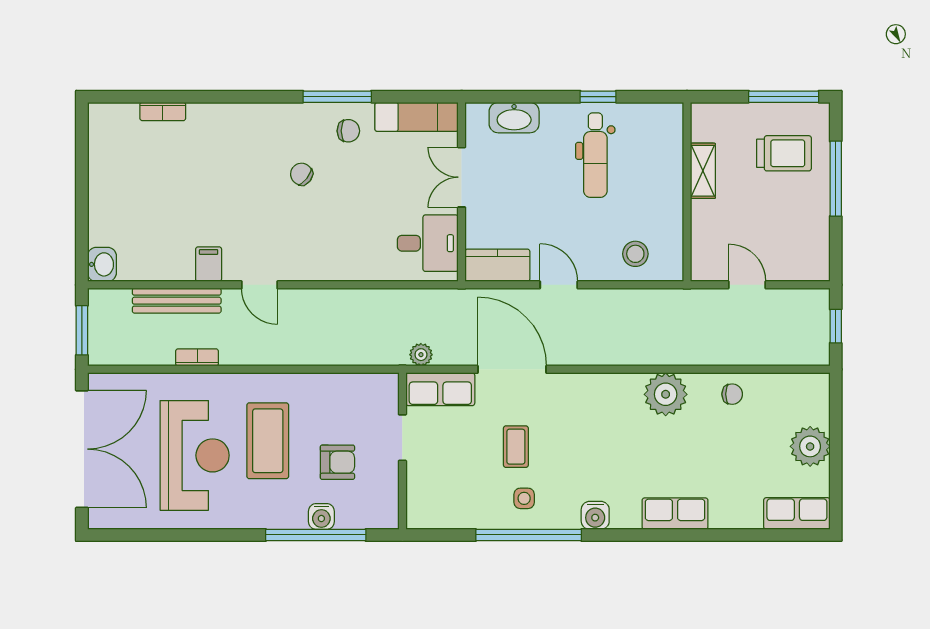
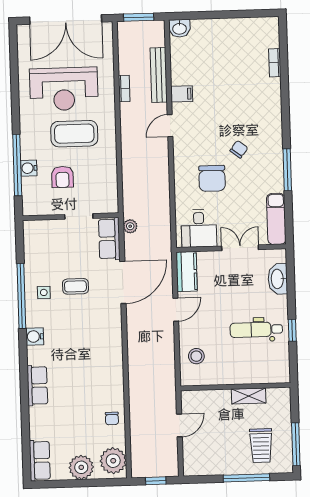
chair: (348, 131) -> (212, 178), moved, width x1.87, depth x1.87
plant: (666, 394) -> (113, 461), moved

